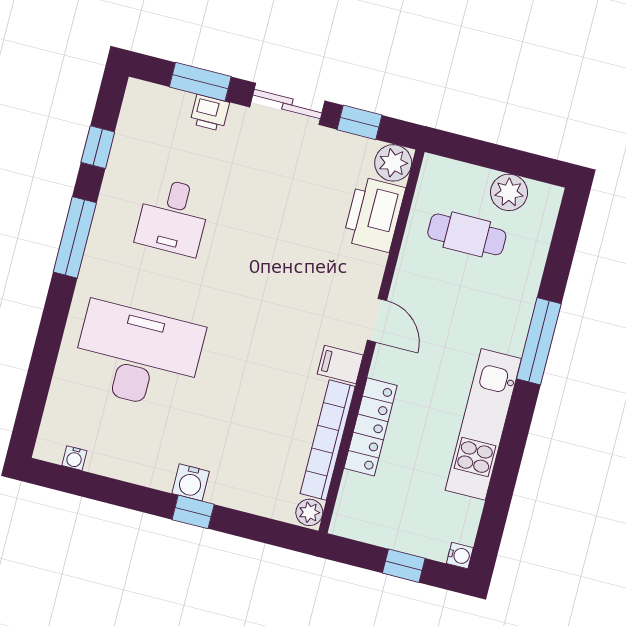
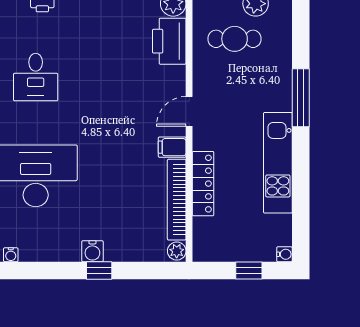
door: (377, 320) -> (189, 111), swing flipped

